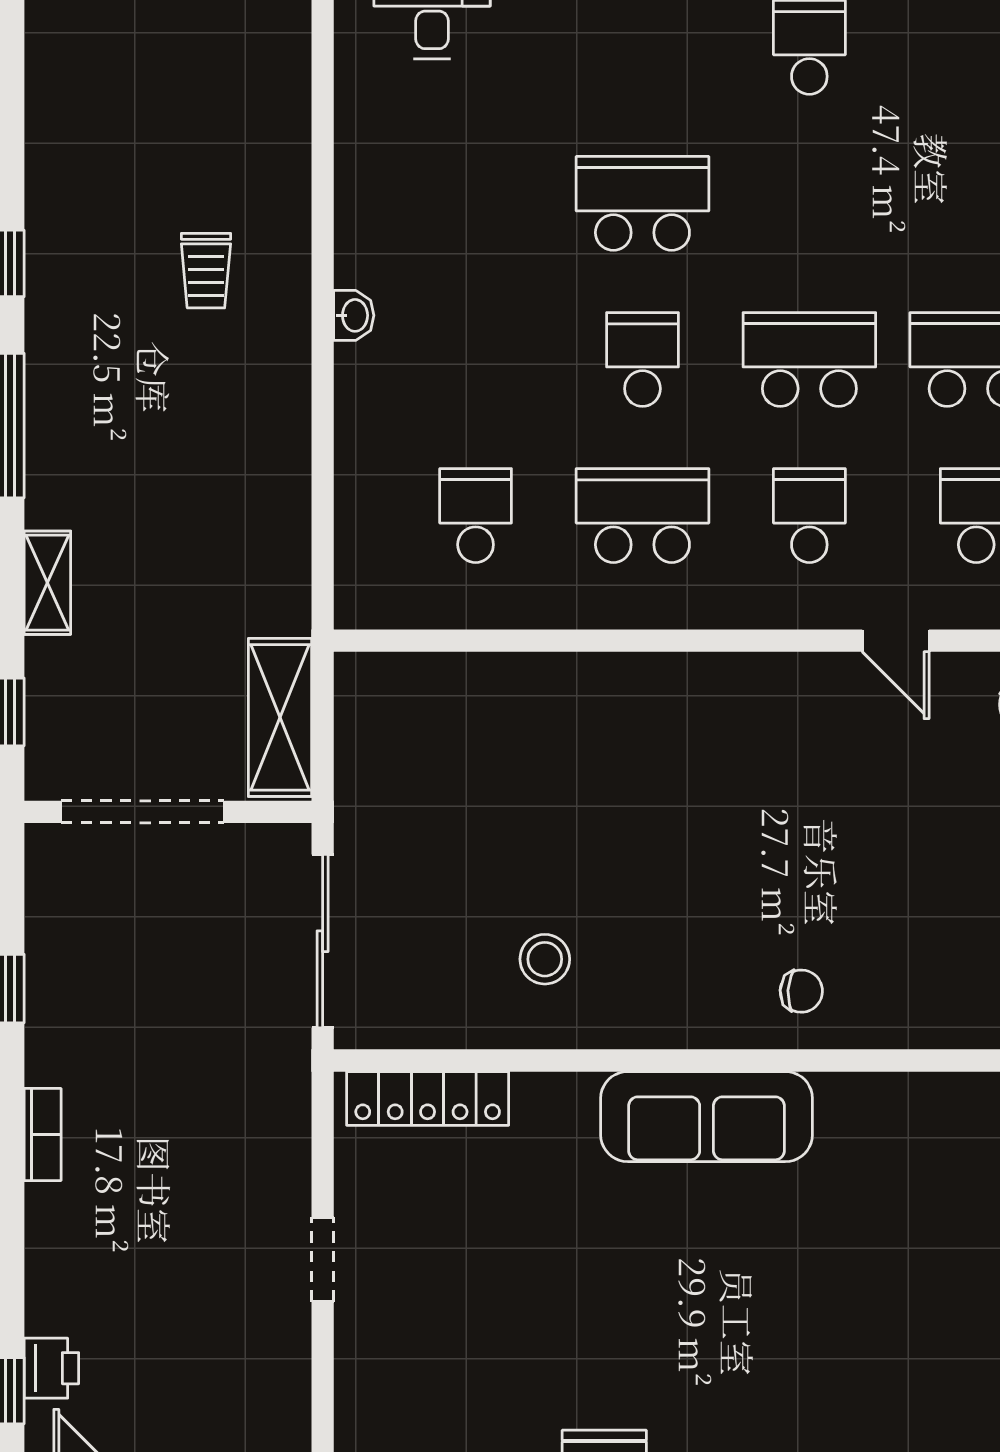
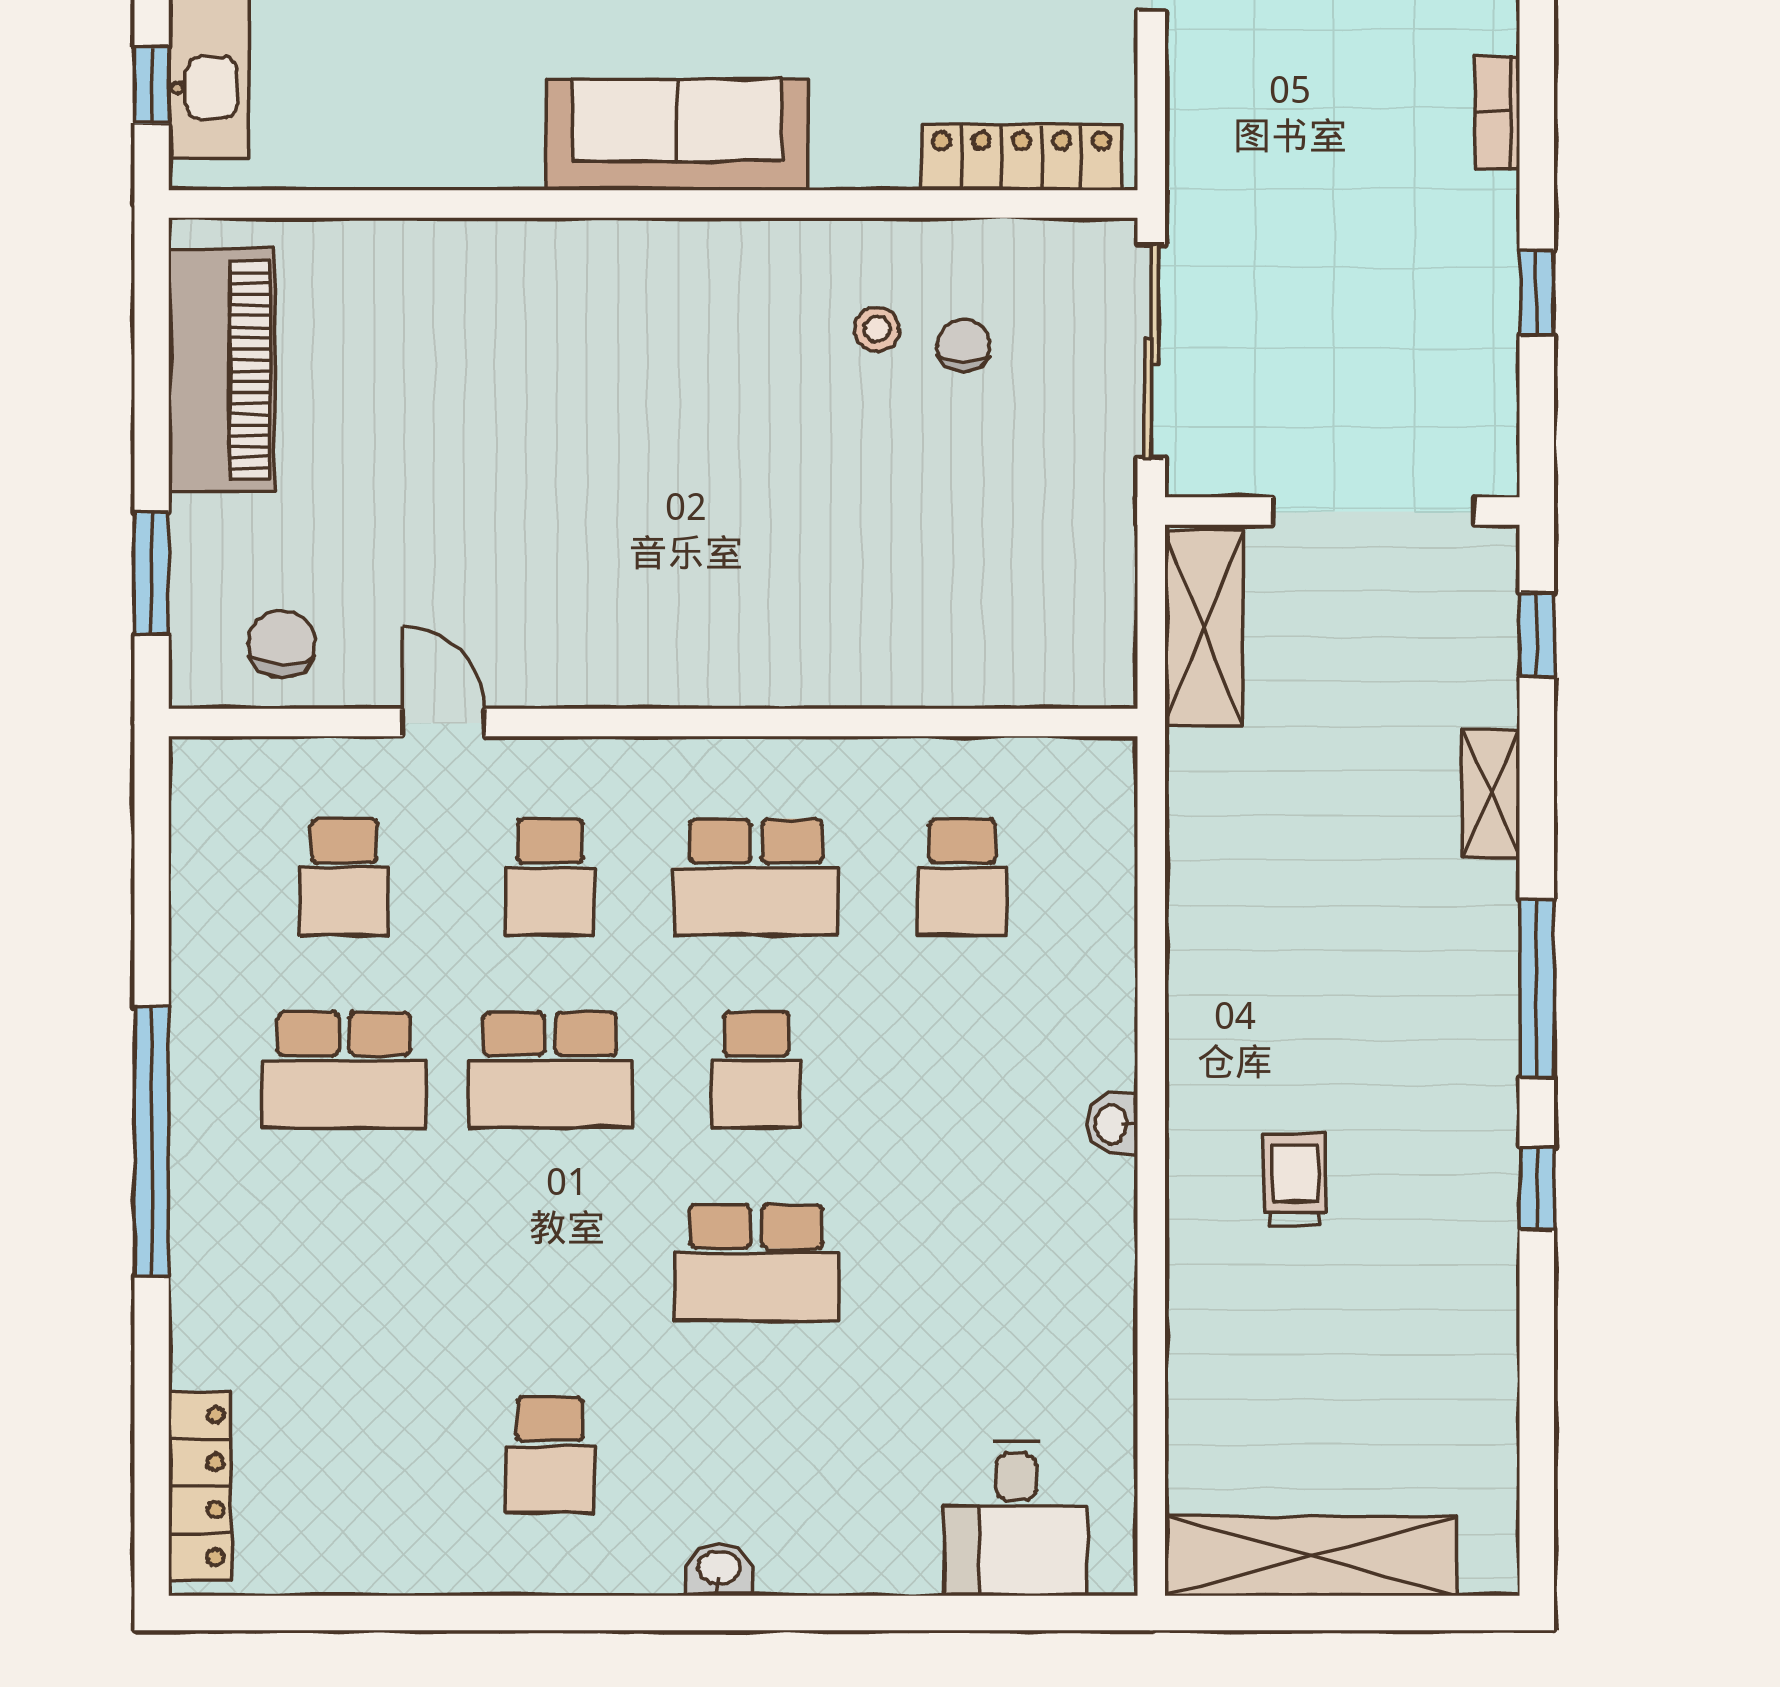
stool: (545, 959) -> (877, 329), width x0.73, depth x0.73
chair: (801, 991) -> (963, 345), moved, turned 87

